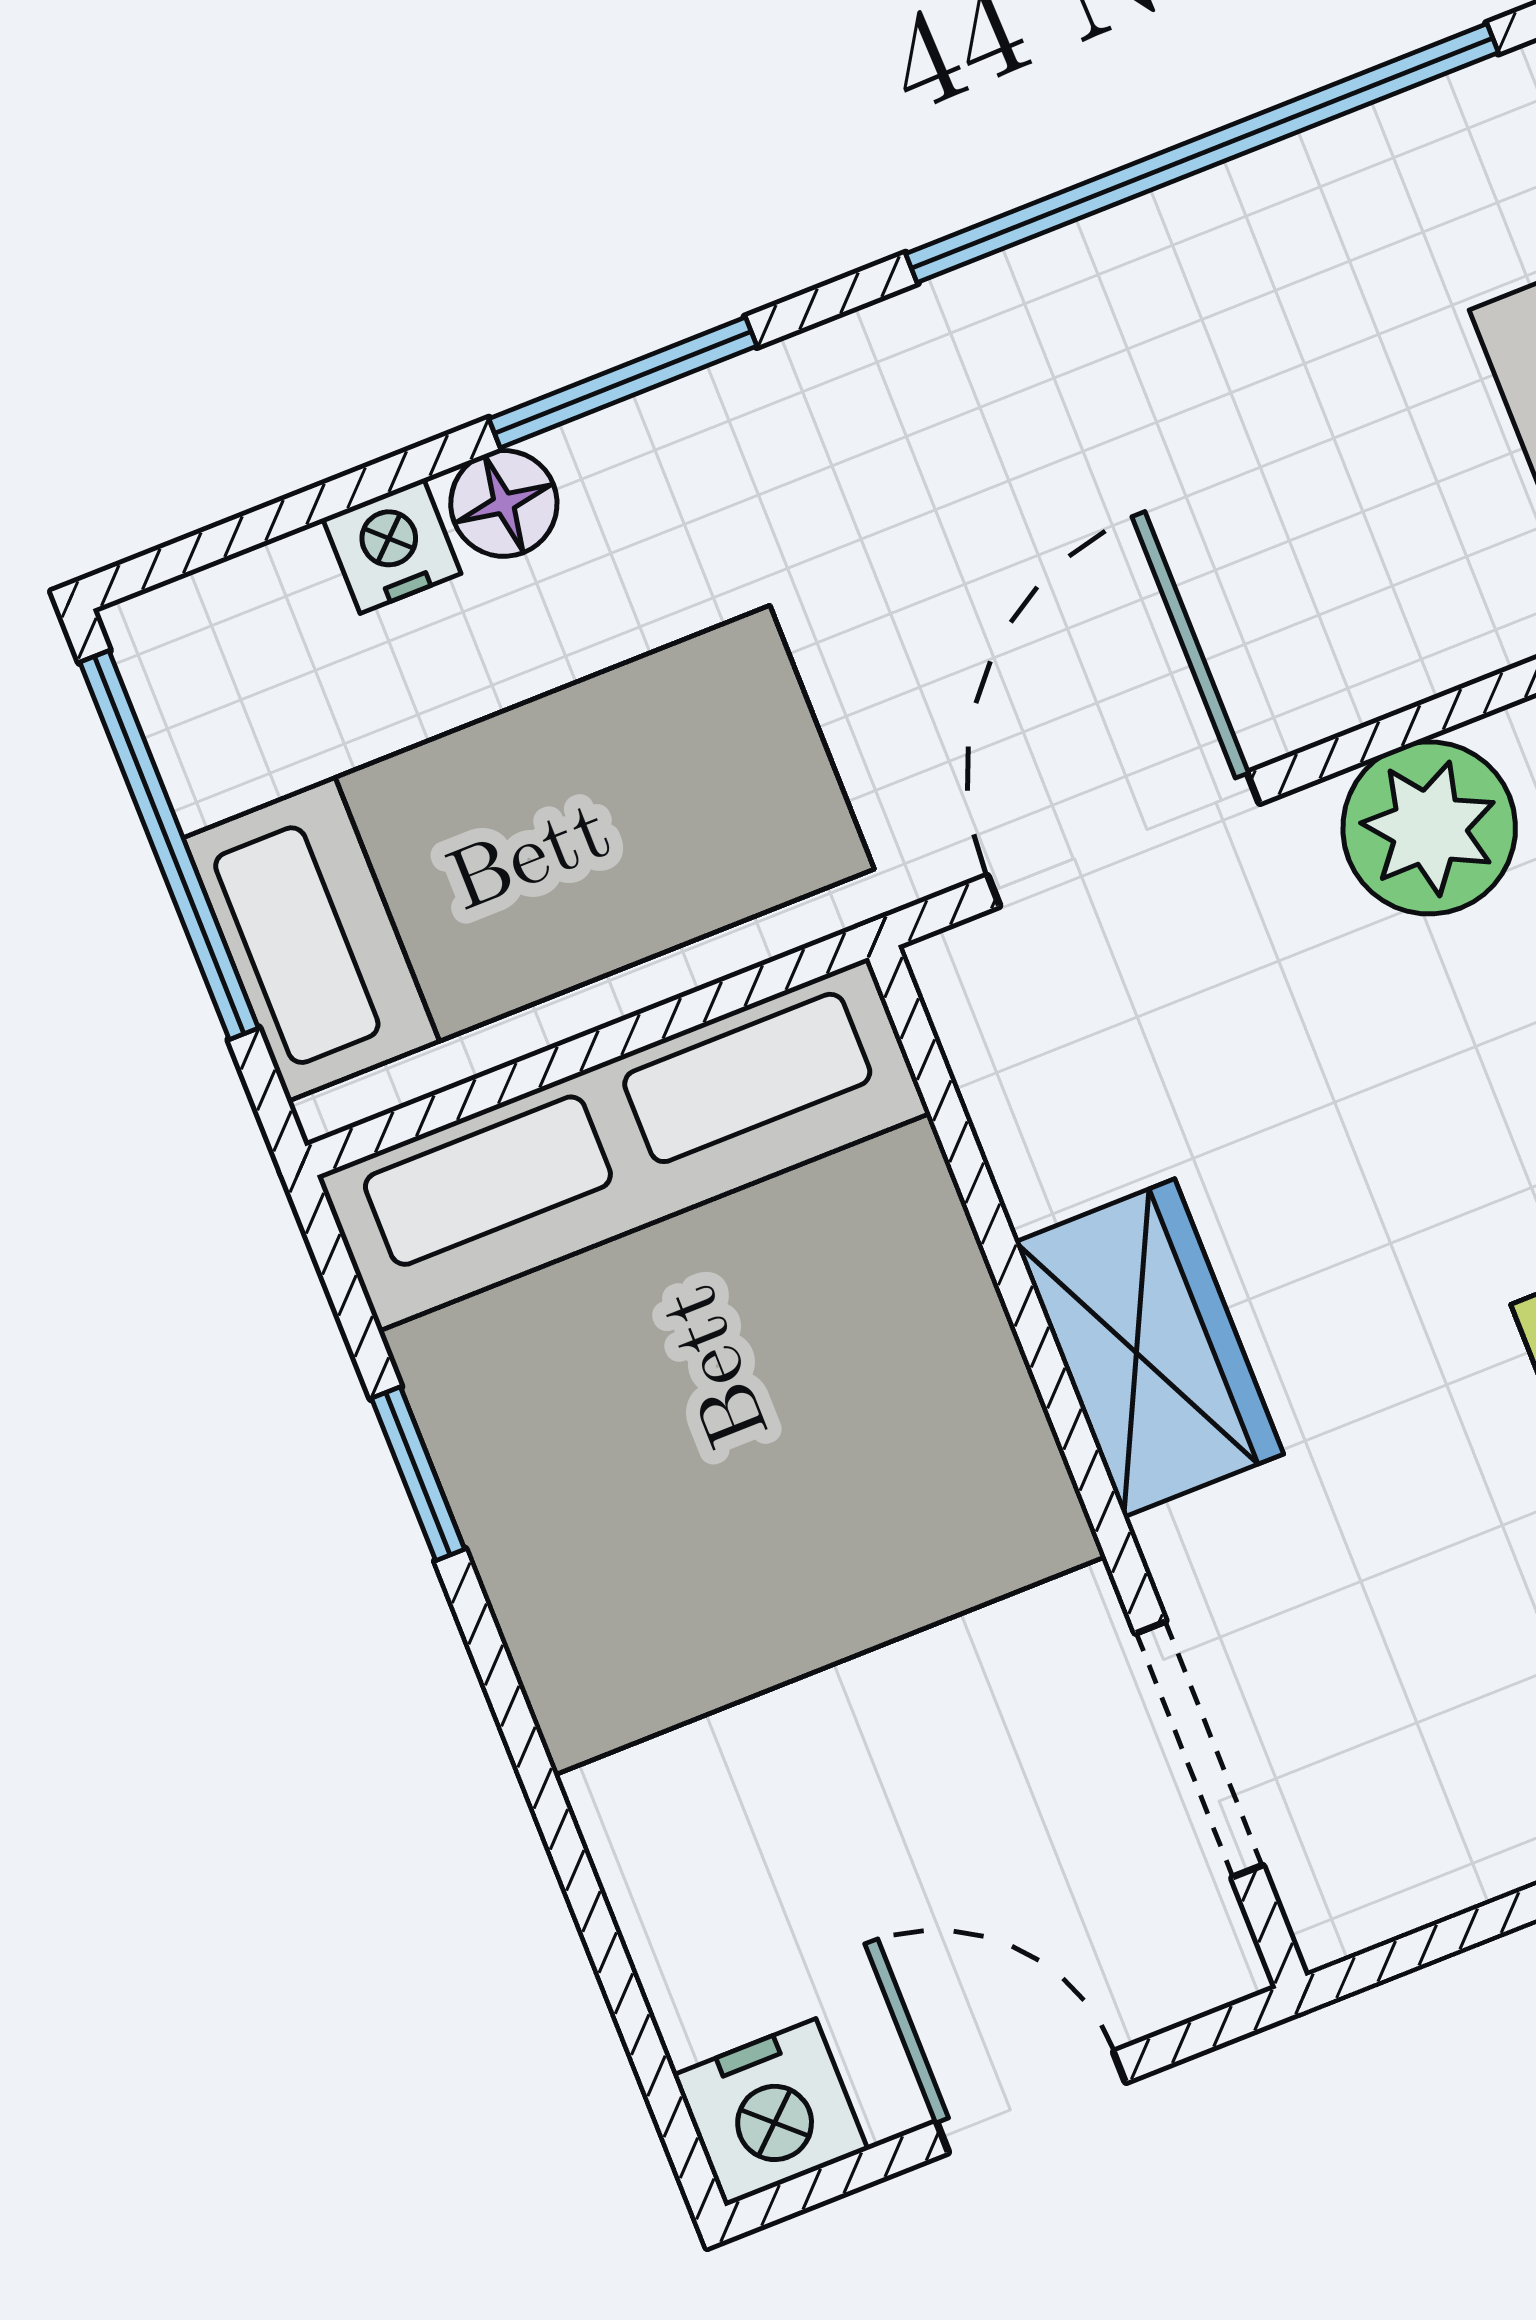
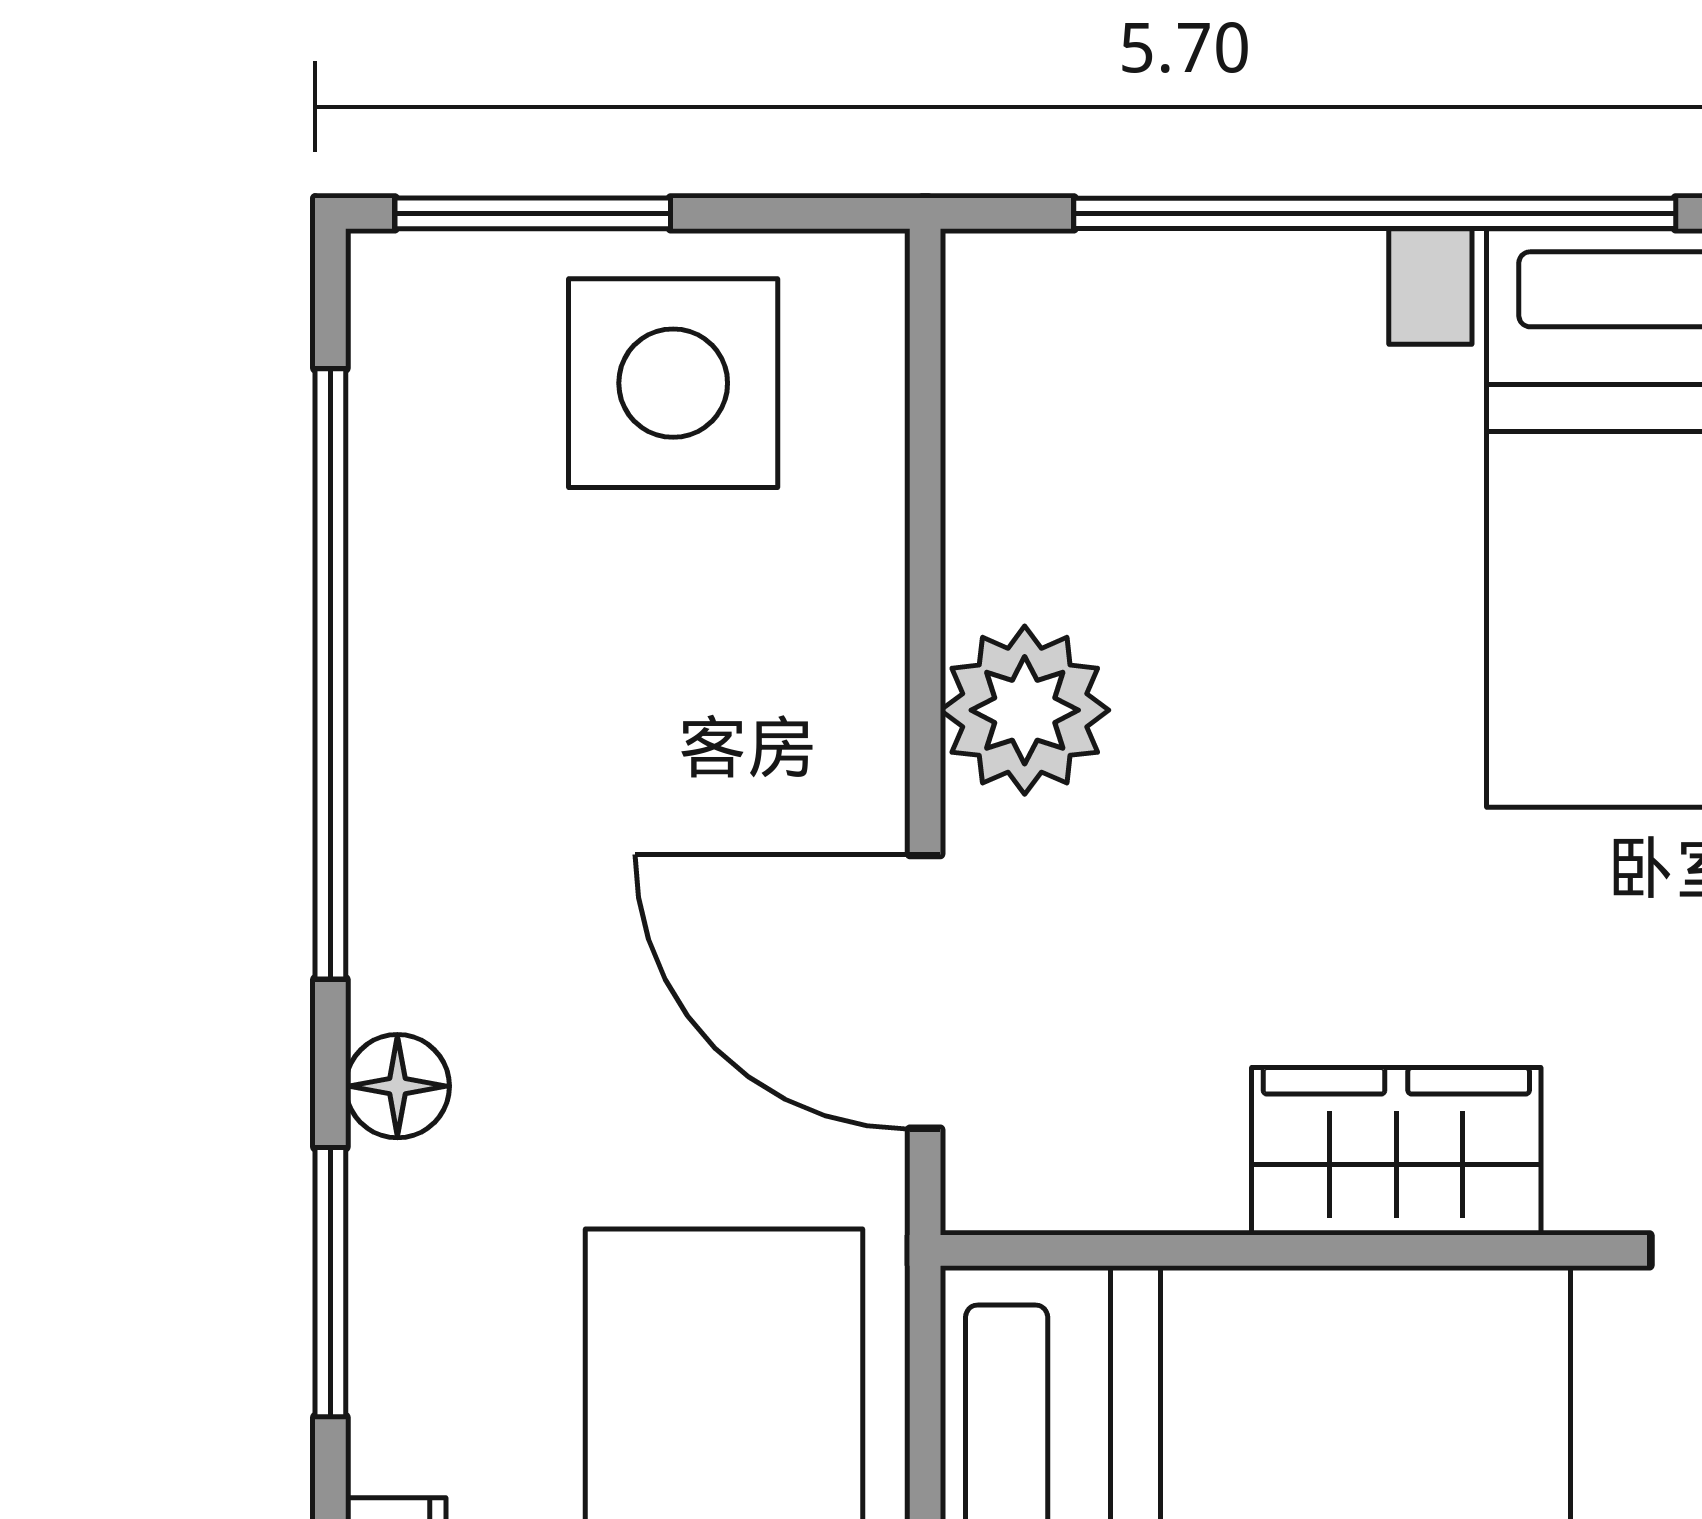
floor lamp: (504, 503) -> (397, 1086), moved

